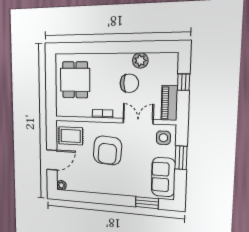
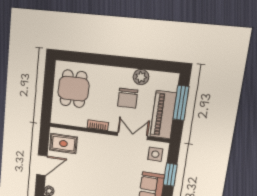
window: (184, 82) -> (181, 103), width x2.17
chair: (129, 83) -> (128, 98), turned 90
piano: (169, 103) -> (163, 115), width x1.37, depth x1.33
armchair: (107, 150) -> (99, 161), removed

